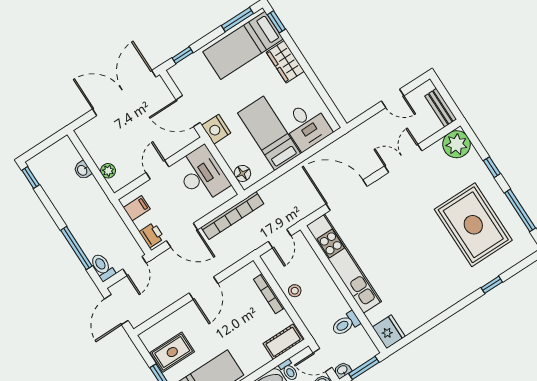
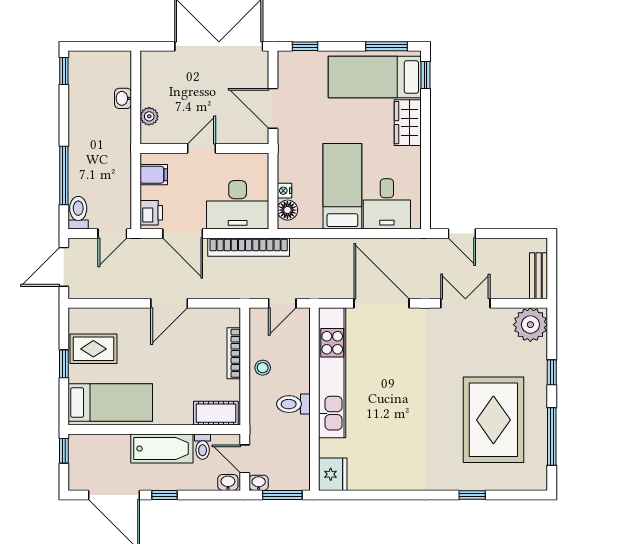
door: (393, 98) -> (462, 234), moved
nightstand: (216, 129) -> (284, 191), moved, width x0.53, depth x0.56
desk: (202, 175) -> (238, 205), moved, turned 90
toilet: (346, 324) -> (293, 404), moved

